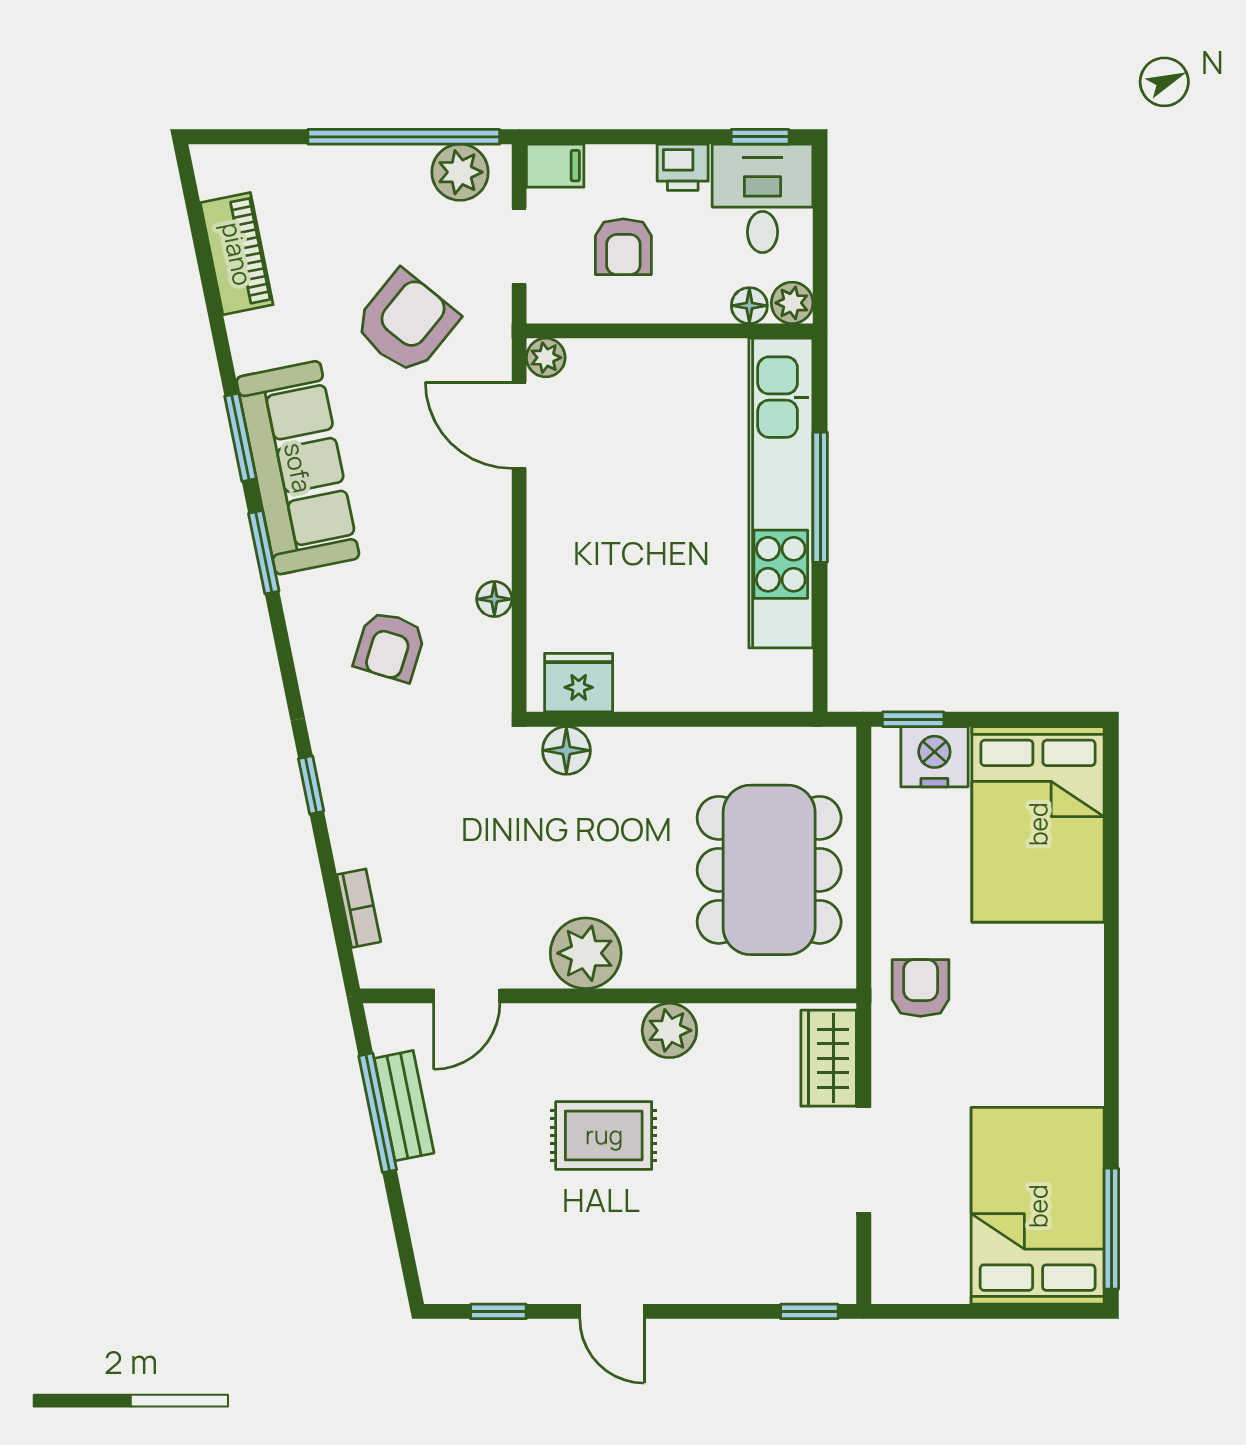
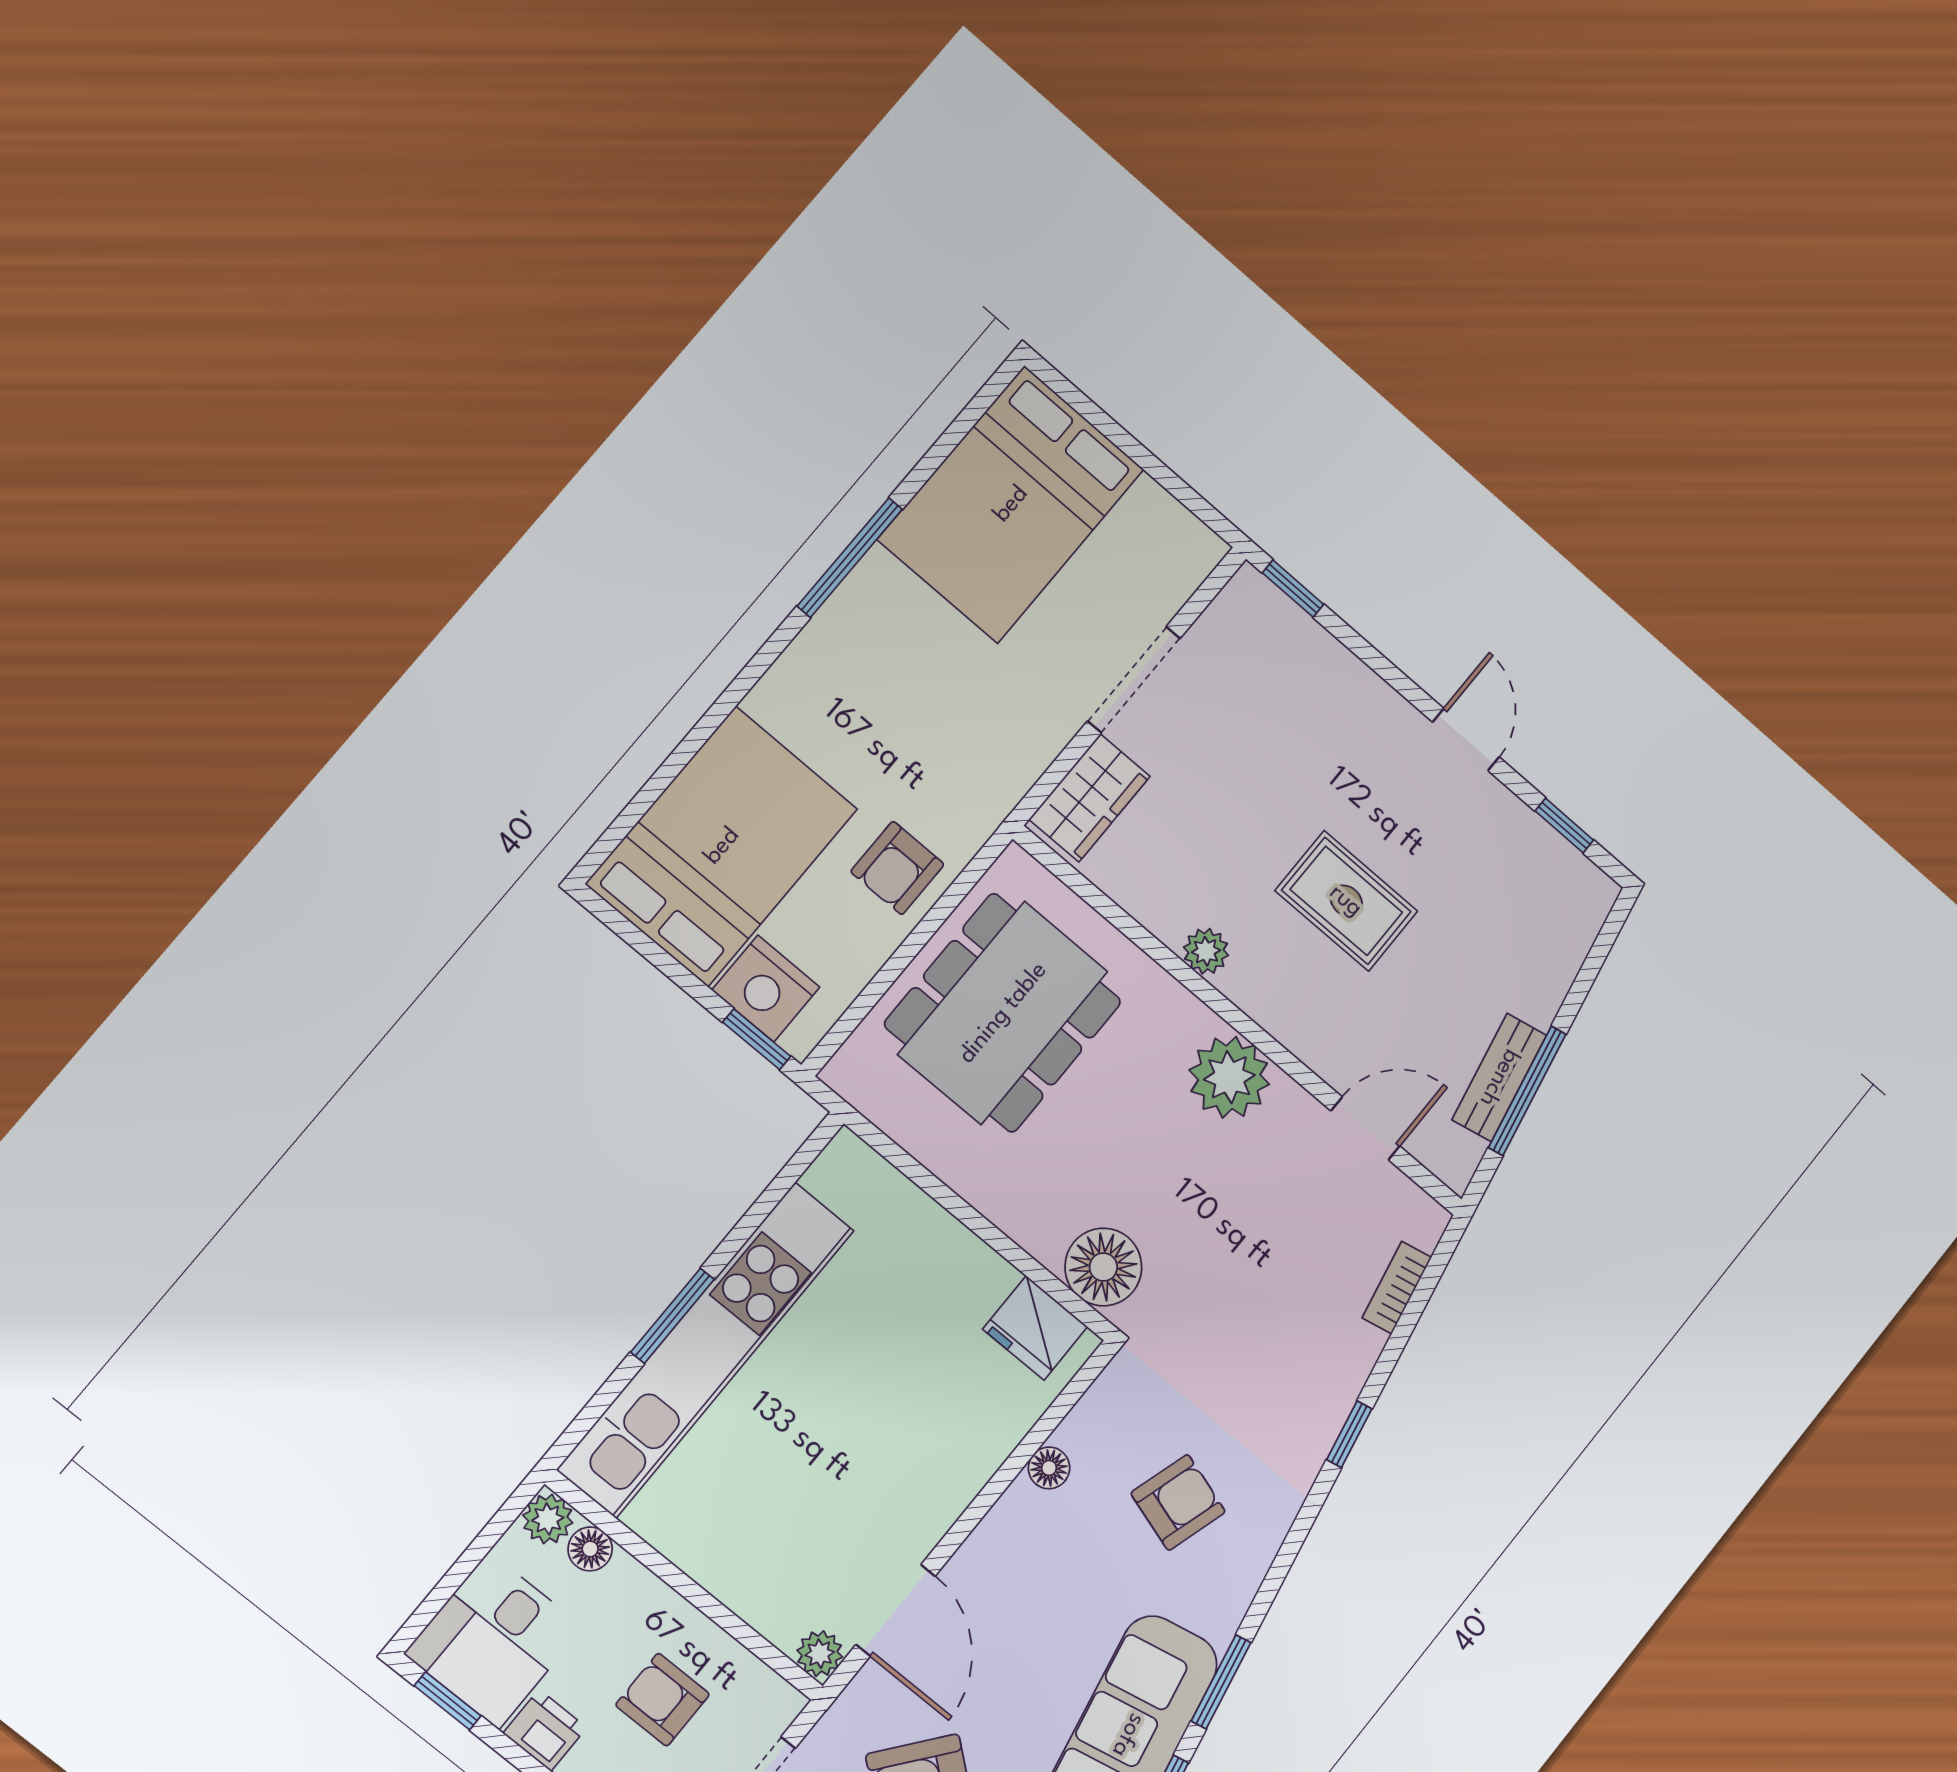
armchair: (623, 247) -> (663, 1700), turned -90
window: (820, 497) -> (672, 1316), width x0.69
floor lamp: (566, 750) -> (1103, 1267), width x1.38, depth x1.38
armchair: (921, 988) -> (897, 868), moved
plant: (669, 1030) -> (1206, 951), width x0.73, depth x0.73
window: (1111, 1229) -> (850, 558), moved

